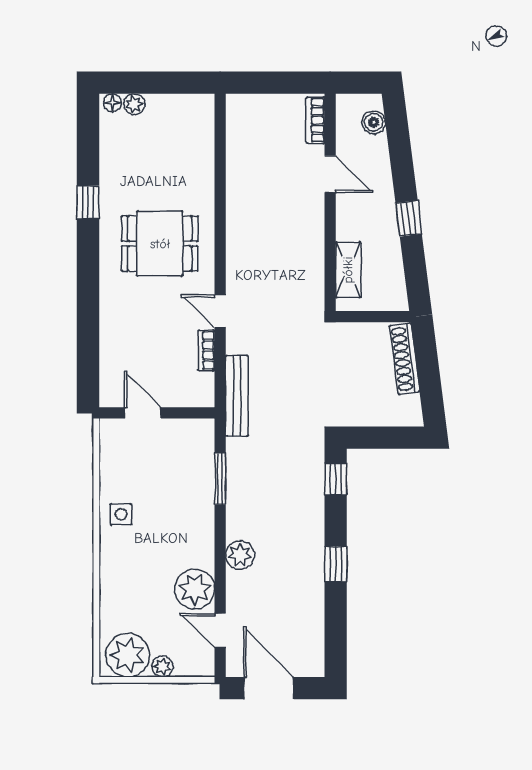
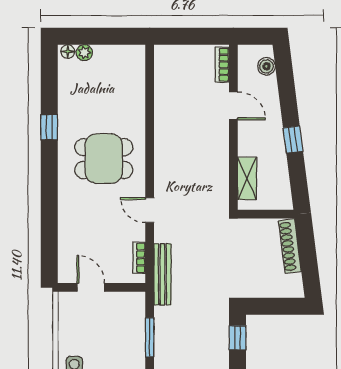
bookcase: (206, 350) -> (139, 258), moved

